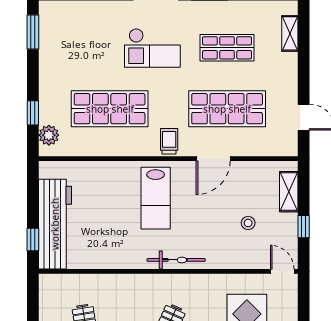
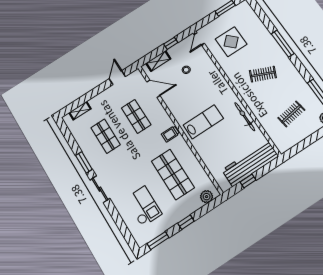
checkout: (152, 48) -> (143, 206), moved
shop shelf: (227, 109) -> (136, 116), width x0.70, depth x0.74
window: (33, 113) -> (186, 222), moved
door: (213, 159) -> (153, 89), moved
window: (33, 239) -> (248, 181), moved
bicycle: (176, 260) -> (245, 117), moved

